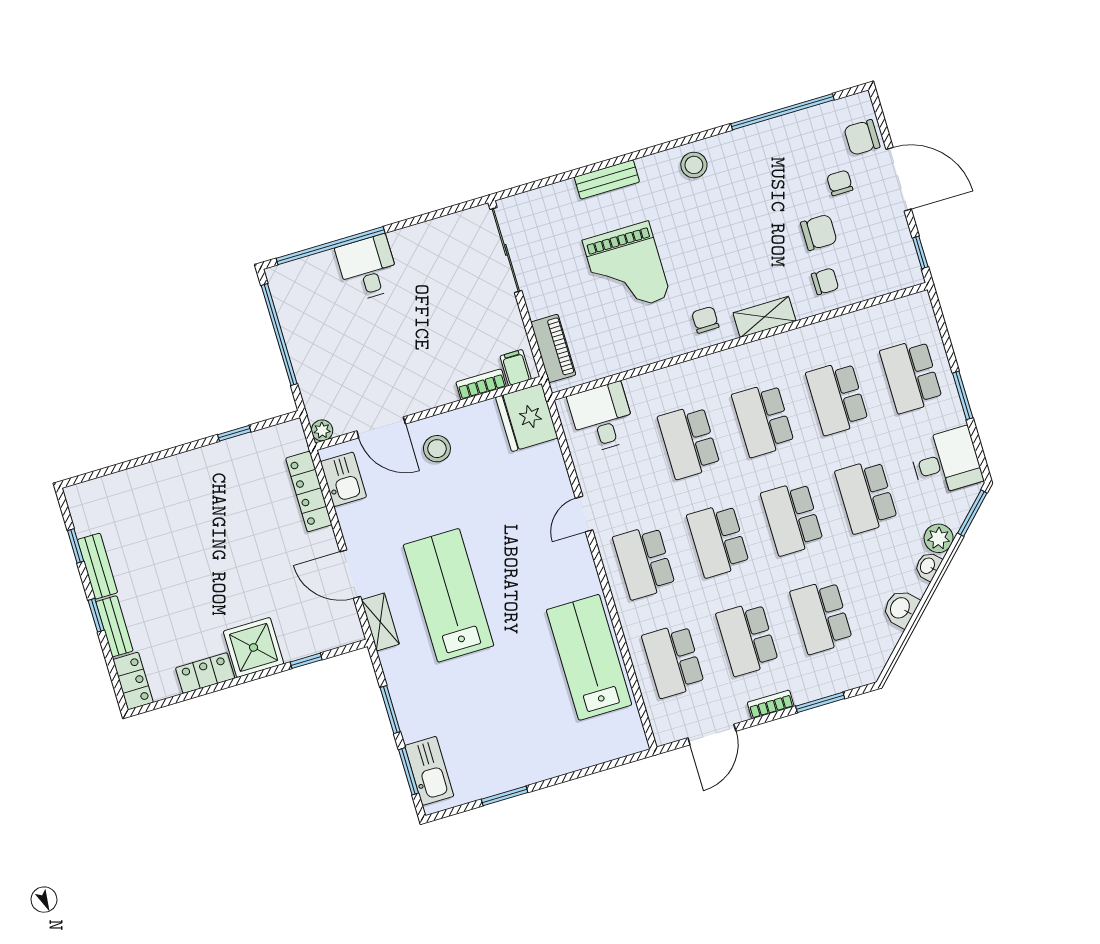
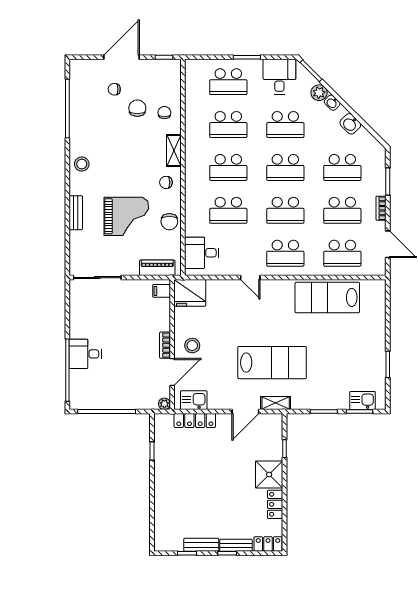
chair: (862, 137) -> (169, 222), moved
bookcase: (481, 384) -> (165, 345), moved
lab bench: (448, 595) -> (272, 363), turned 180
kitchen sink: (429, 771) -> (363, 400), width x0.73

